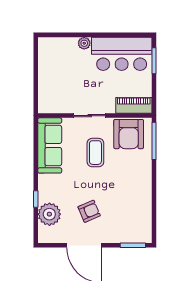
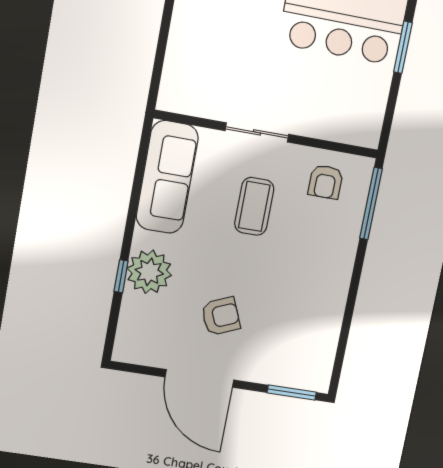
piano: (134, 105) -> (346, 128), removed
armchair: (129, 134) -> (325, 182), width x0.53, depth x0.53
plant: (49, 214) -> (149, 272), moved

